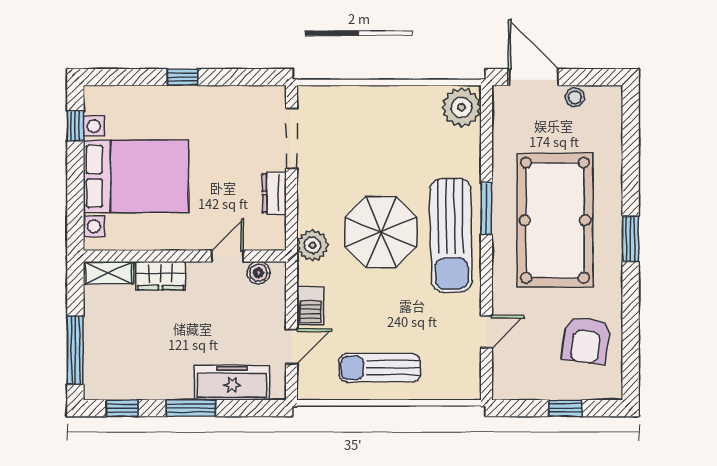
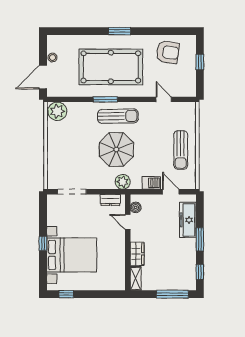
bed with nightstands: (136, 176) -> (72, 255), moved, turned 90
dresser: (274, 193) -> (110, 200), moved
sun lounger: (451, 235) -> (118, 116), width x0.73, depth x0.75

